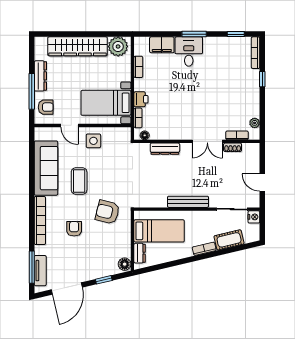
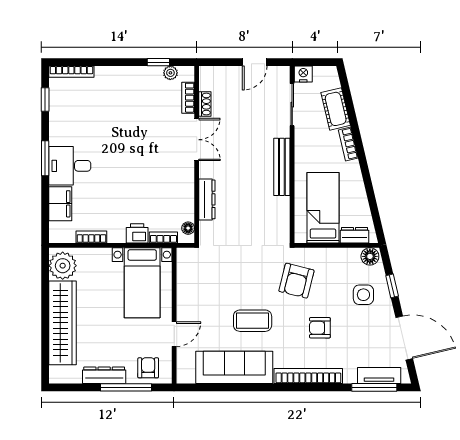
window: (262, 79) -> (158, 62), moved
side table: (93, 141) -> (363, 295), moved

